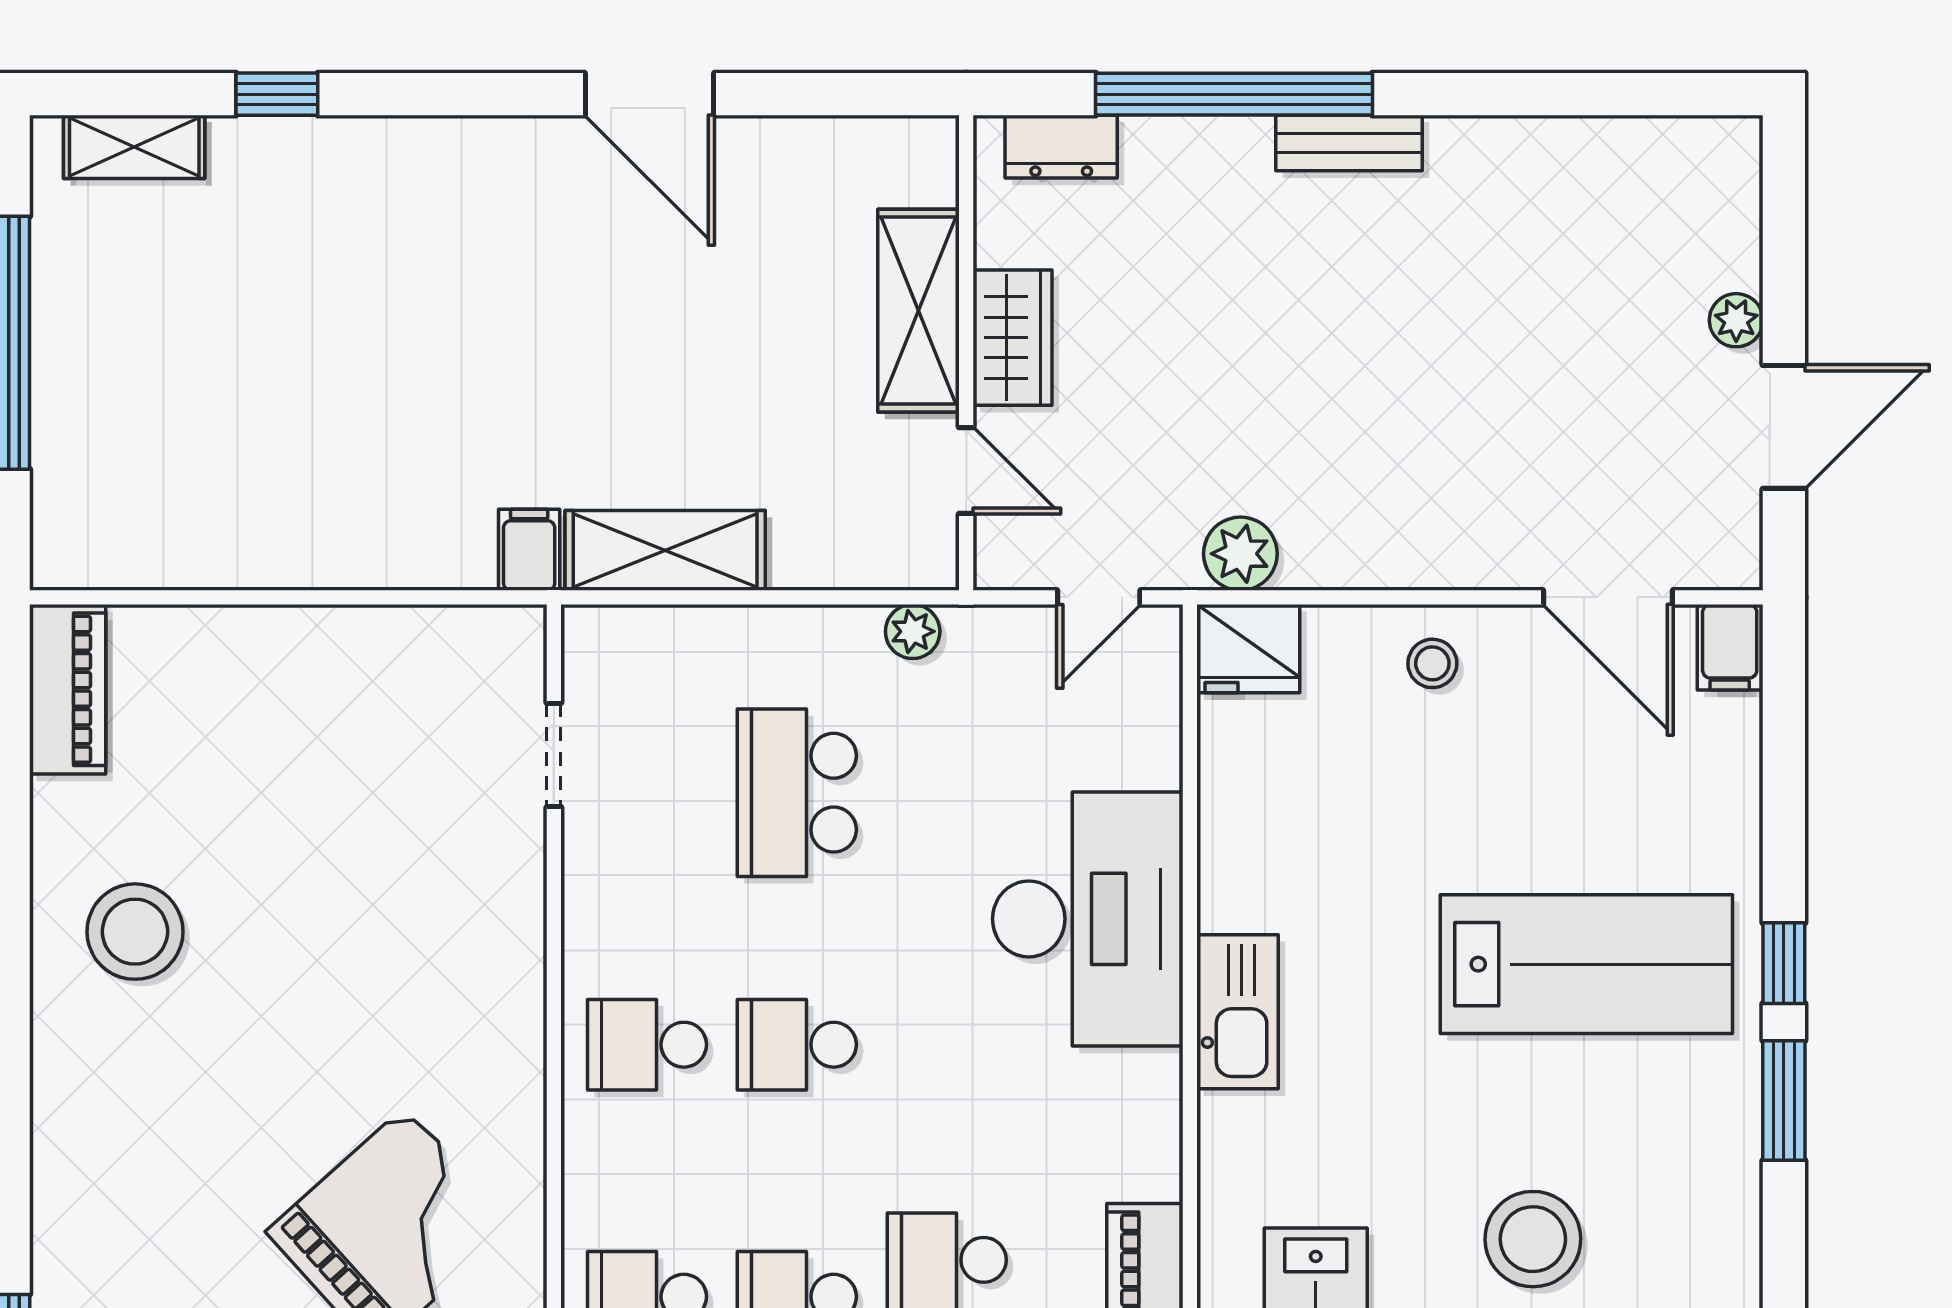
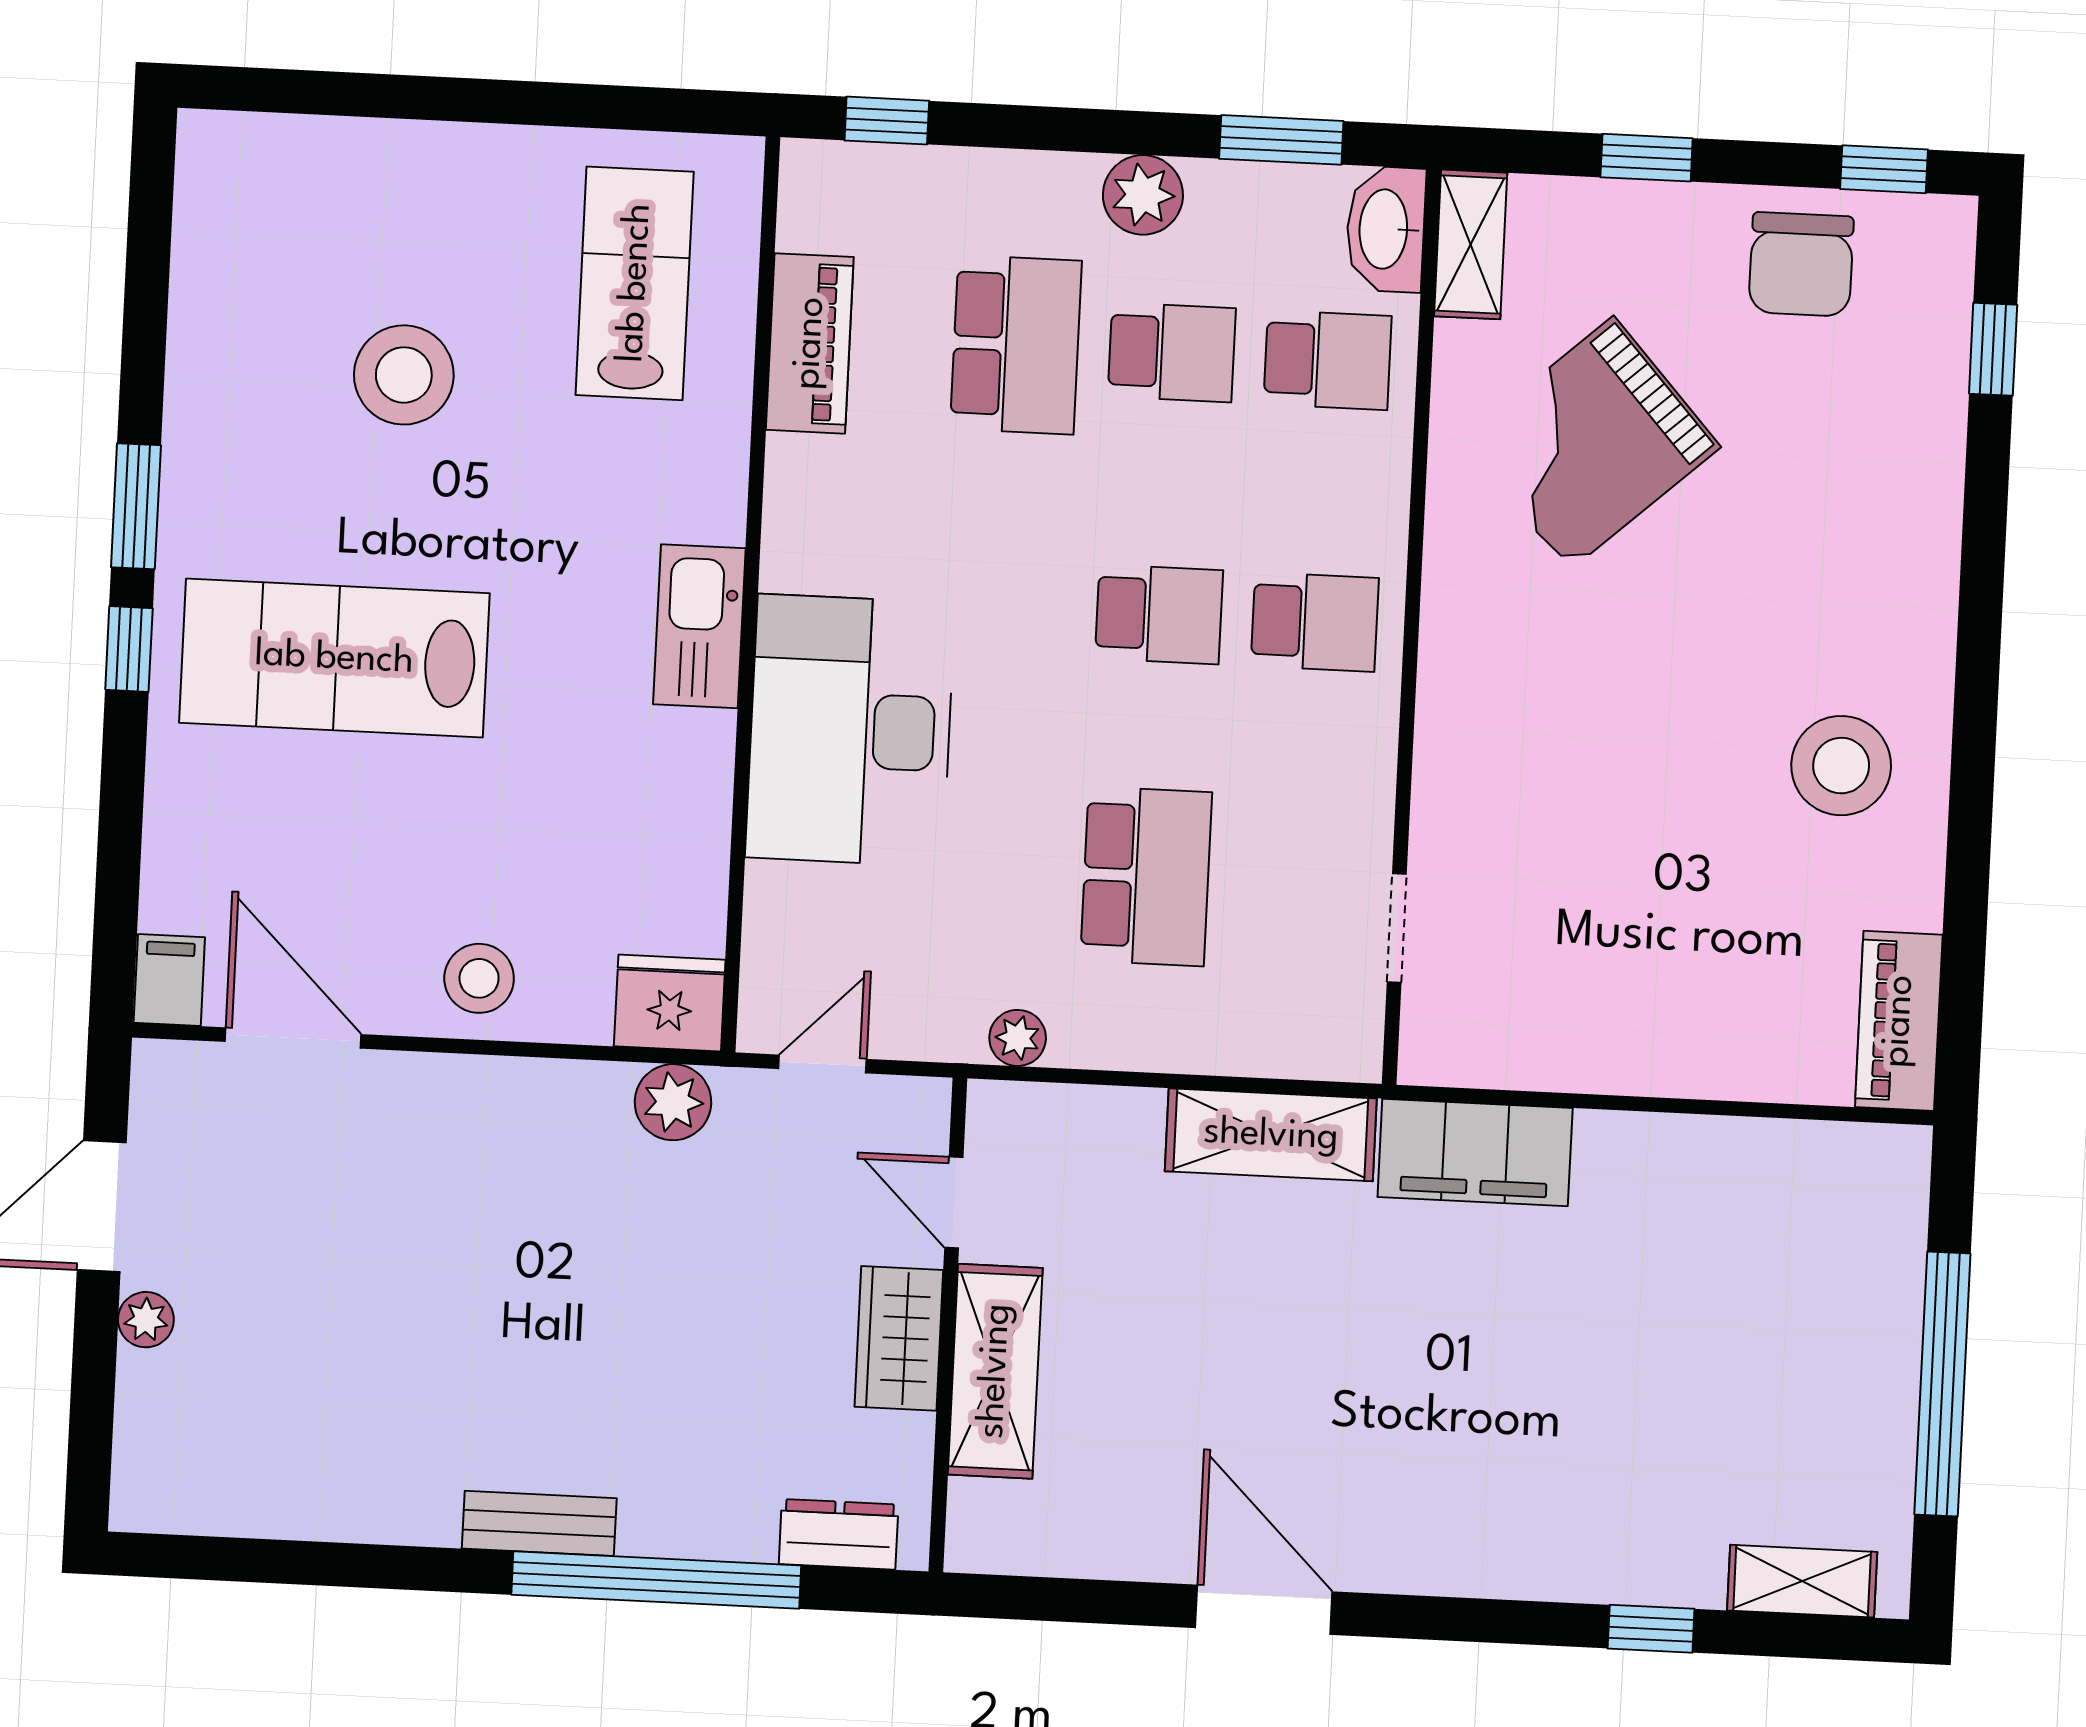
filing cabinet: (529, 550) -> (1475, 1153), width x3.00, depth x1.17
stool: (1432, 663) -> (479, 978), width x1.37, depth x1.37

